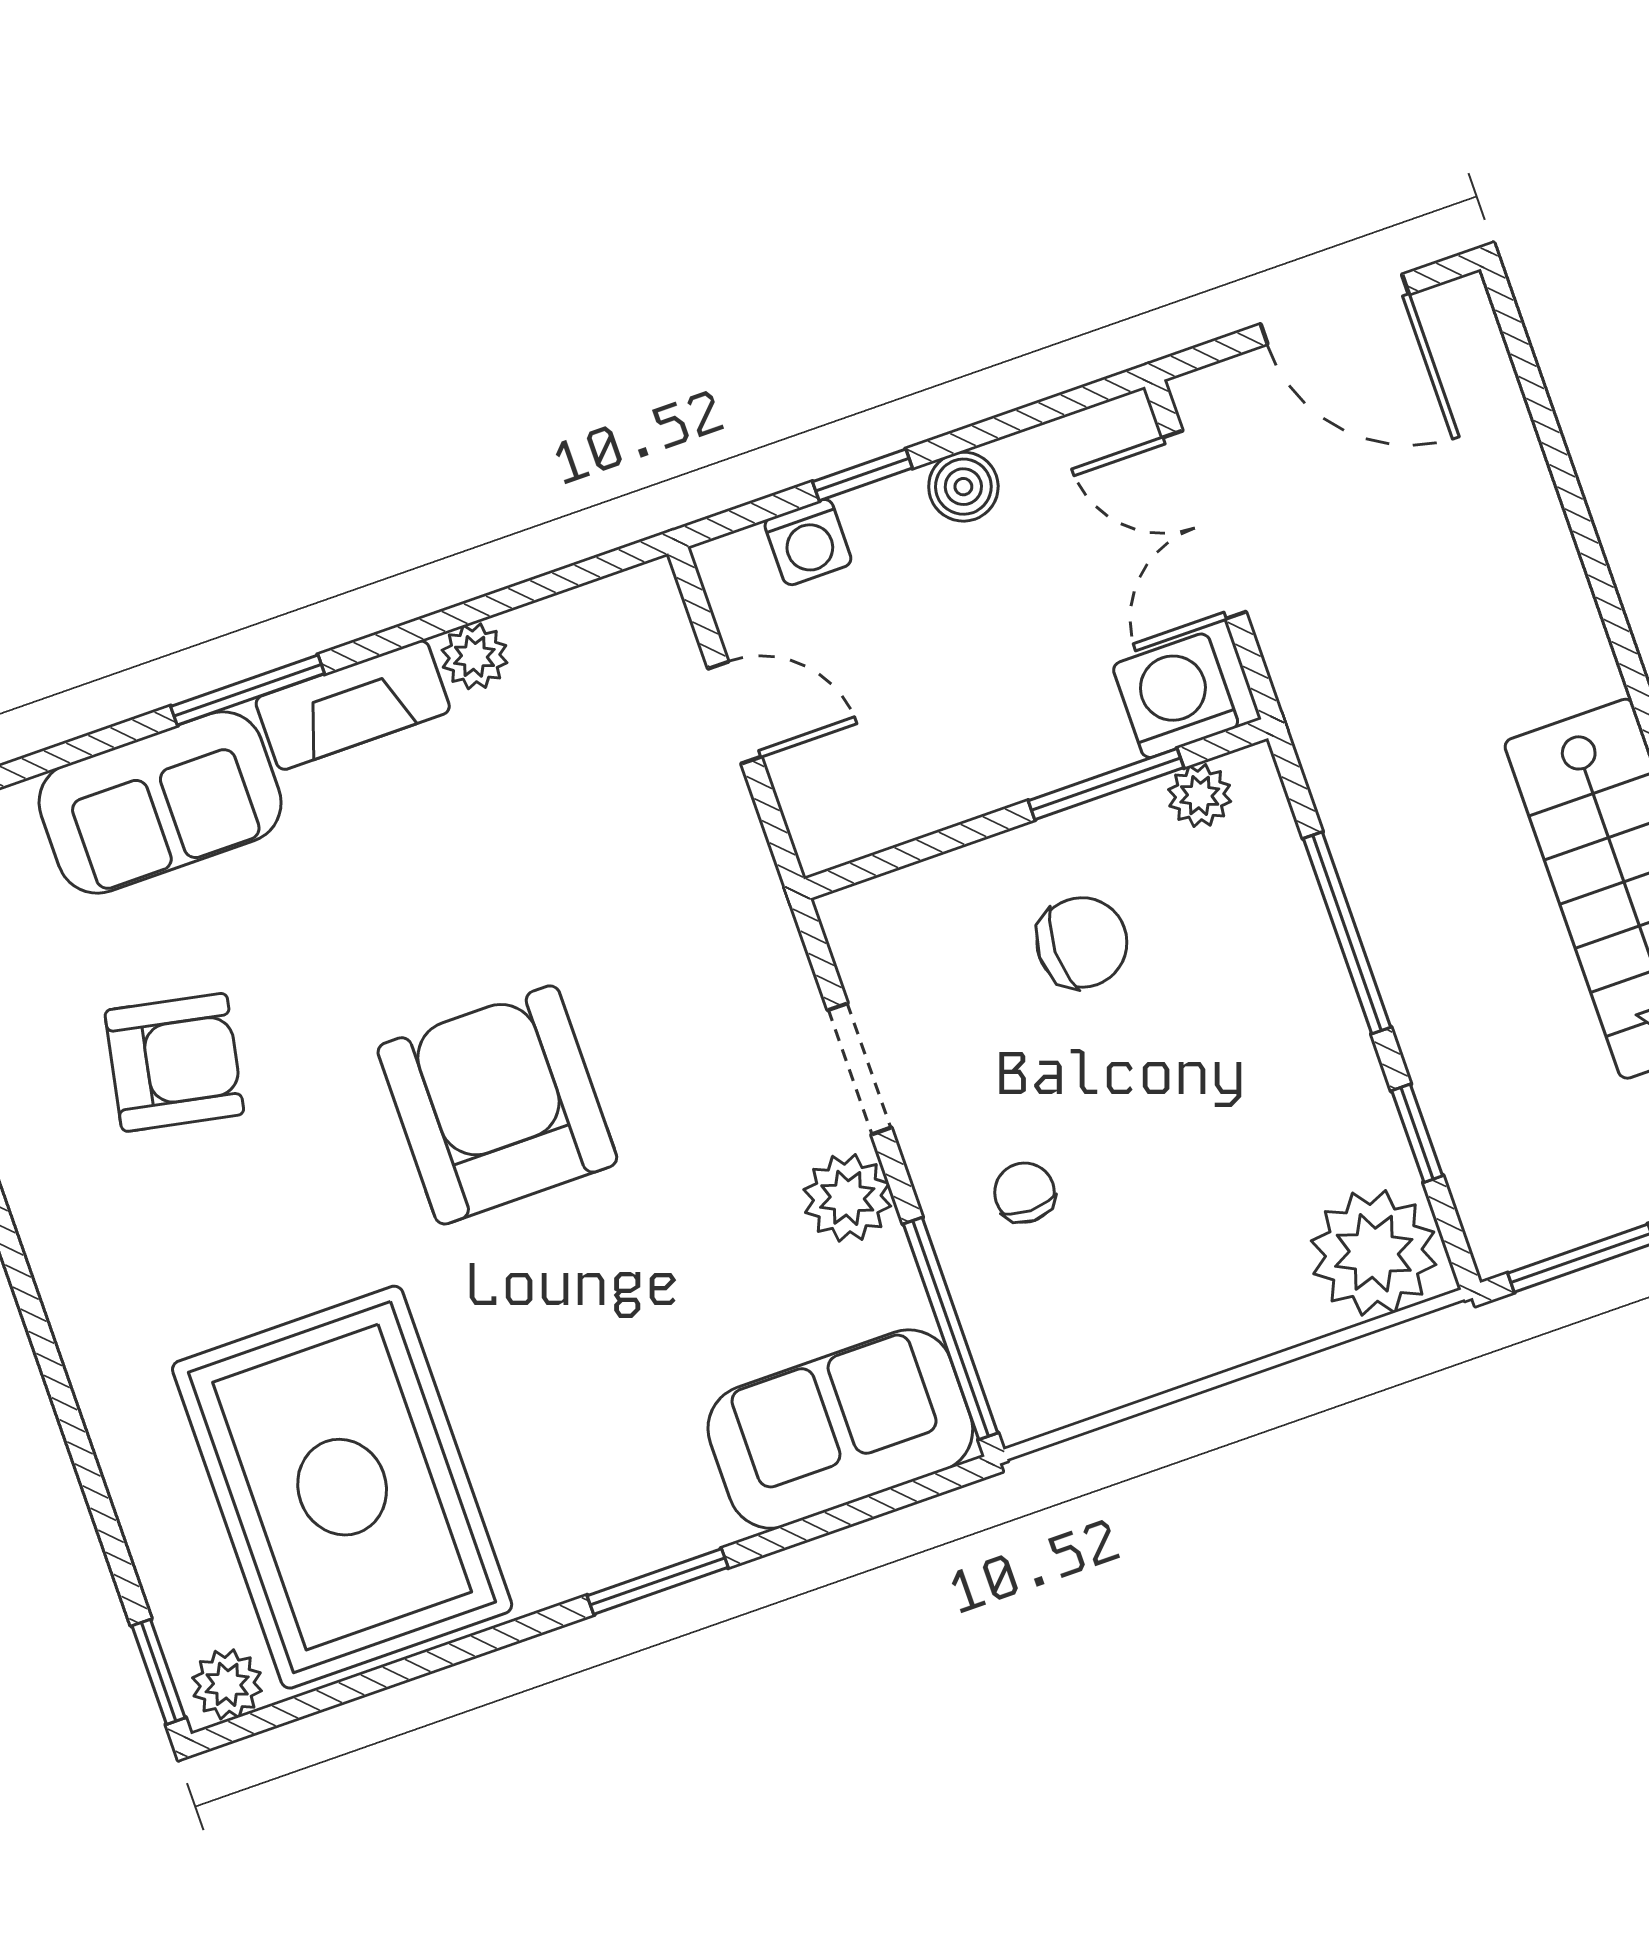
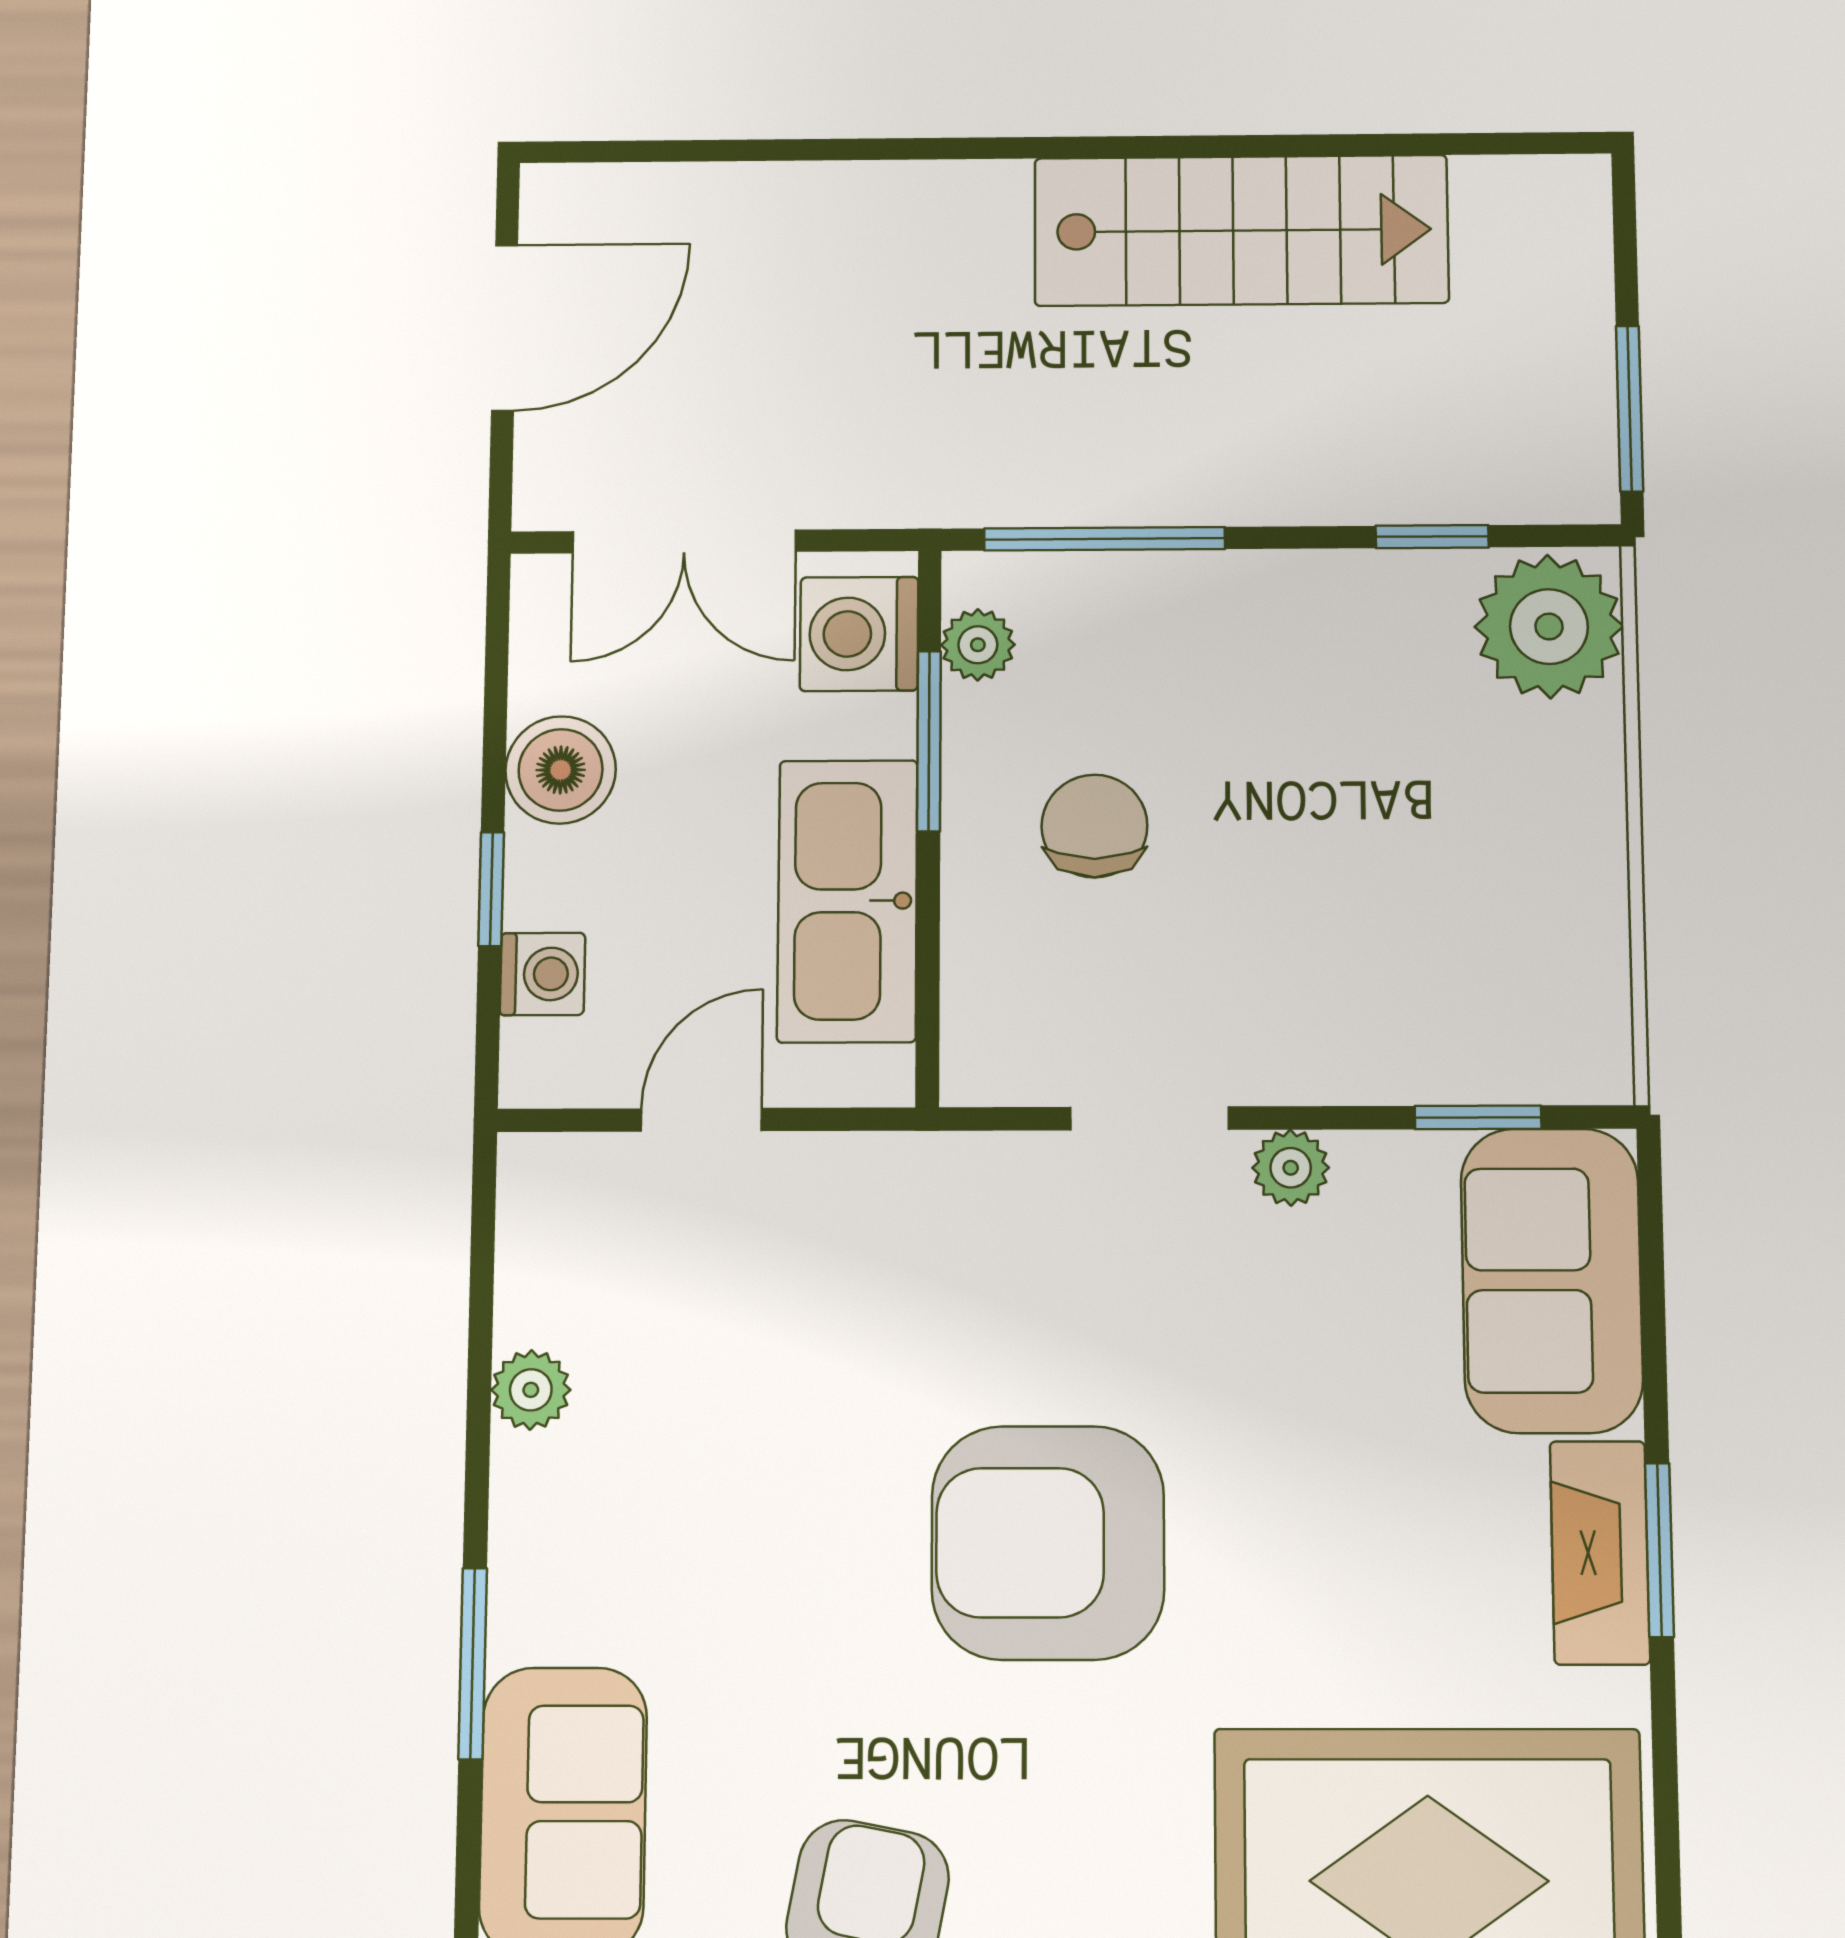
boiler: (963, 487) -> (561, 770), width x1.36, depth x1.36
fireplace: (353, 705) -> (1600, 1553), moved, turned 180
kitchen sink: (952, 765) -> (847, 901), added
window: (1347, 933) -> (1104, 539), moved
chair: (1025, 1193) -> (1352, 983), removed
plant: (847, 1198) -> (1291, 1168), width x0.73, depth x0.73
window: (950, 1329) -> (1478, 1117), width x0.46

